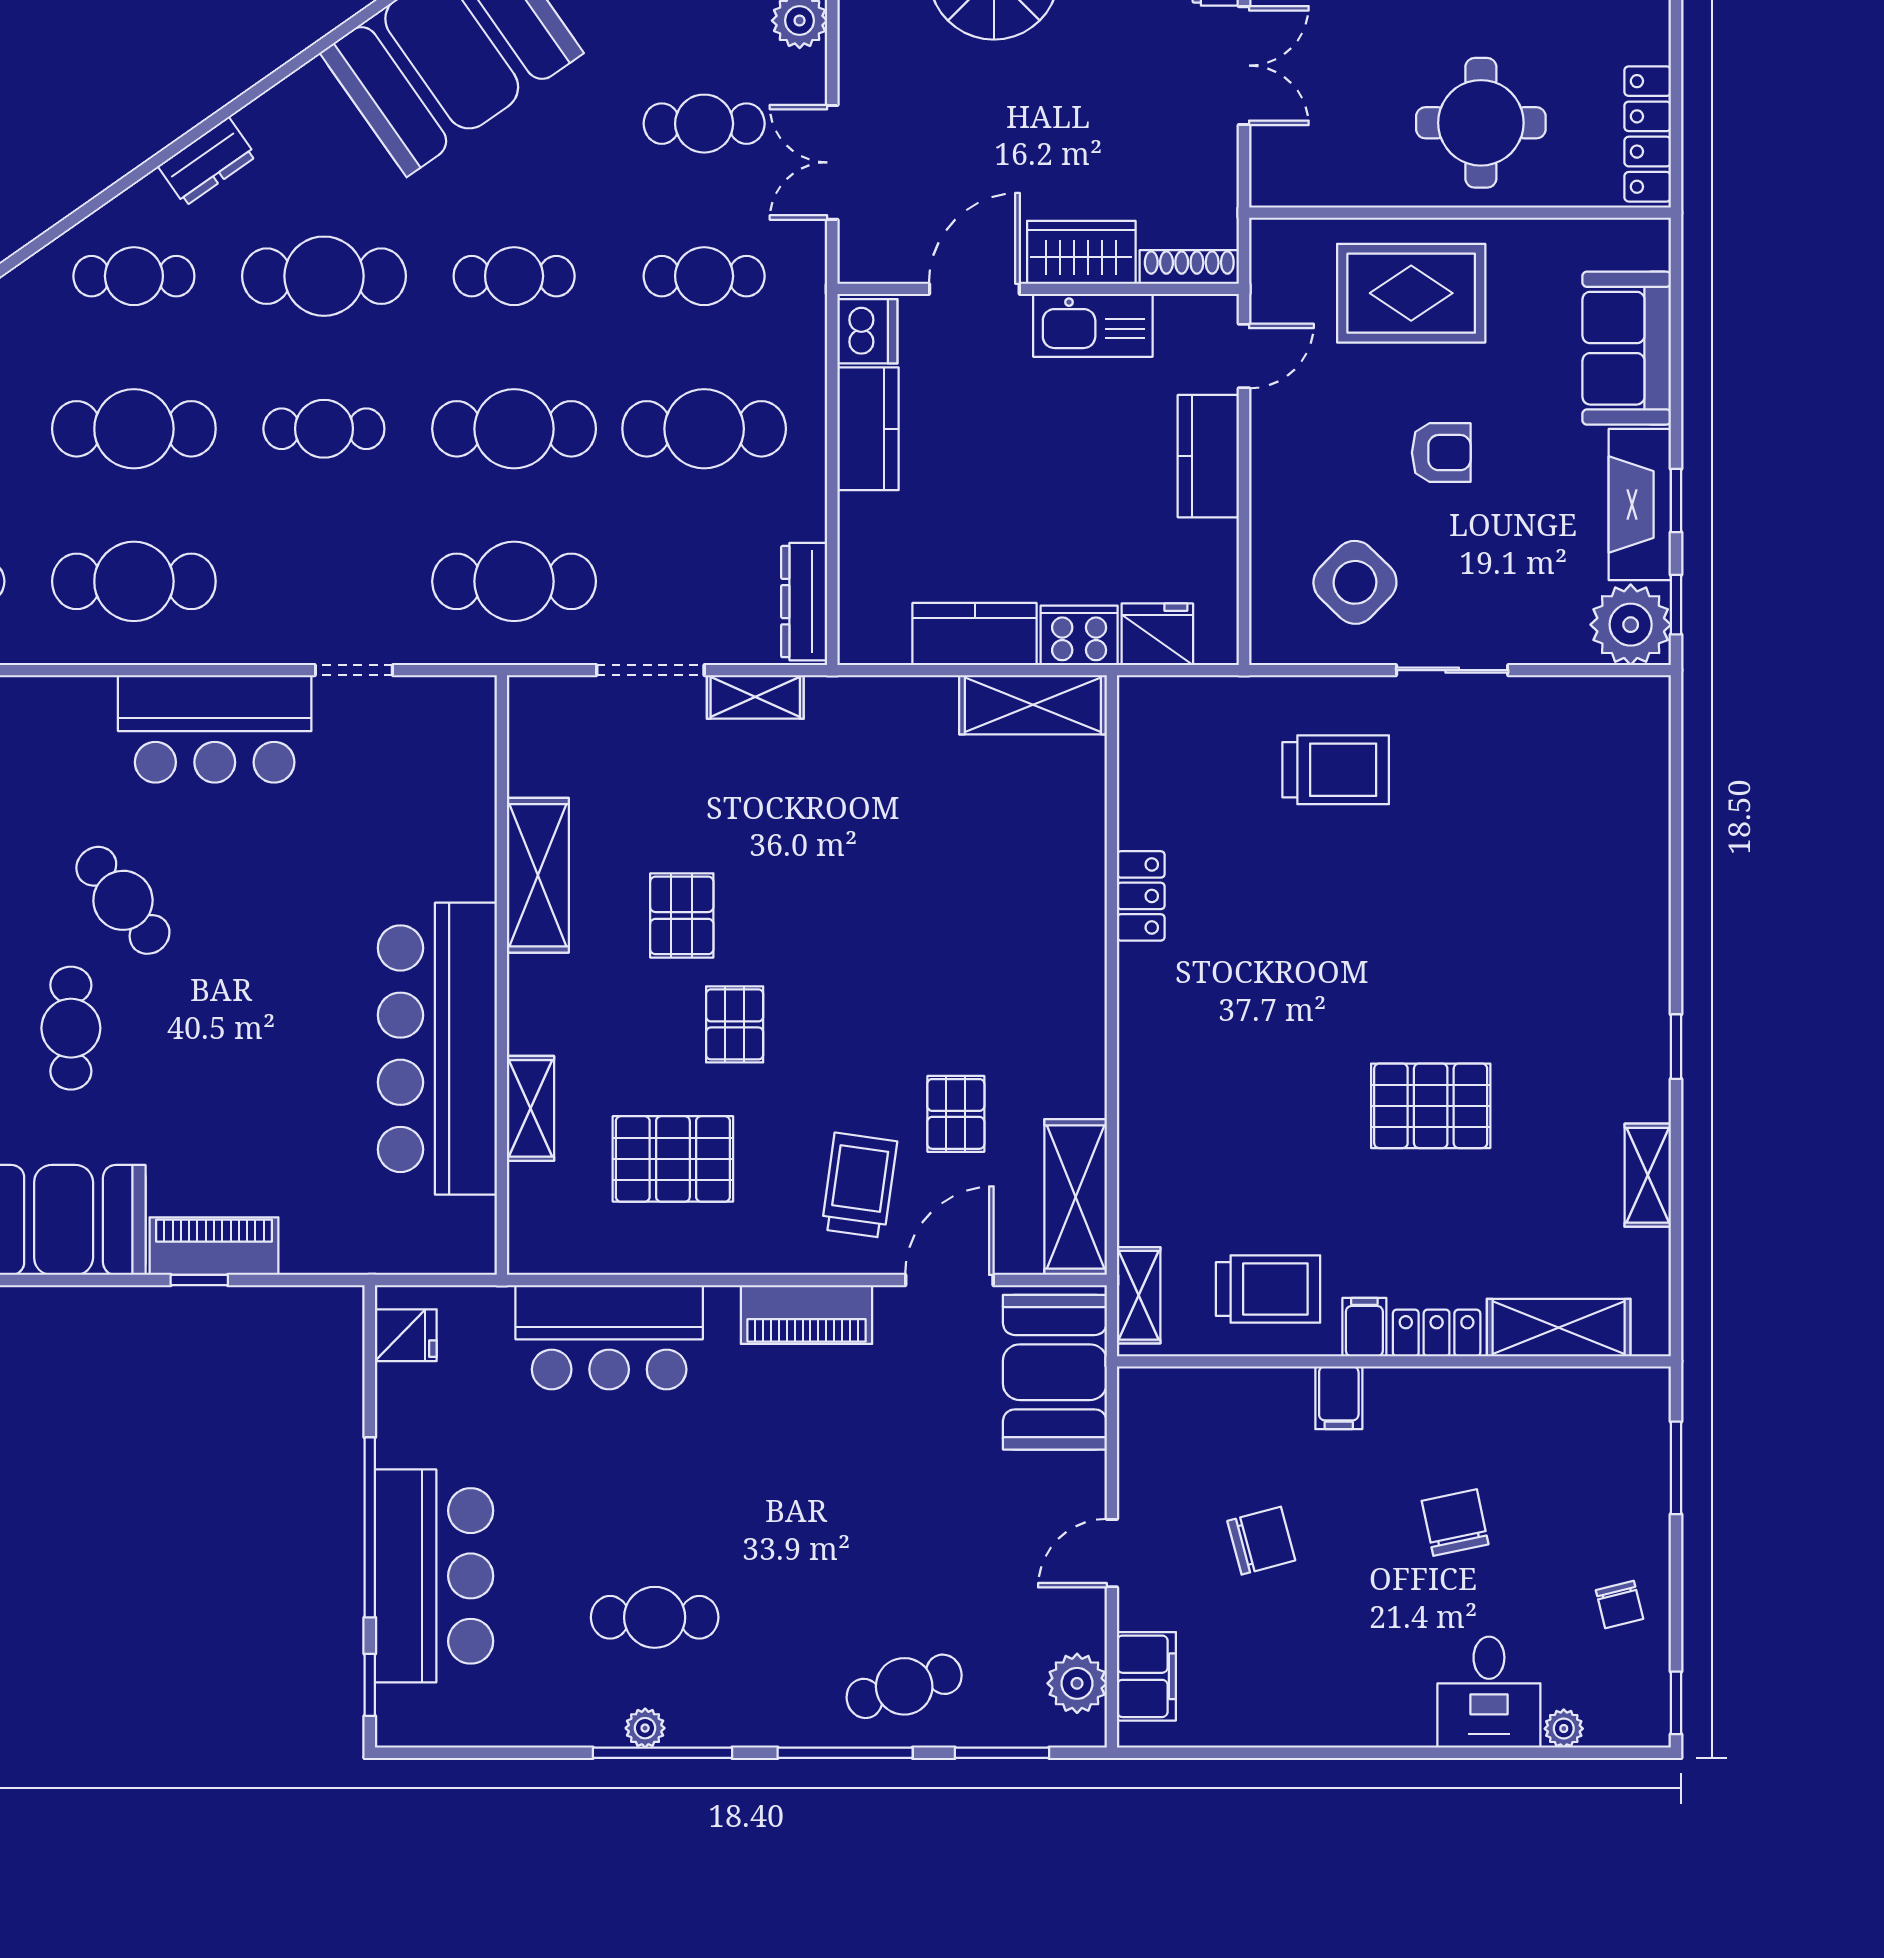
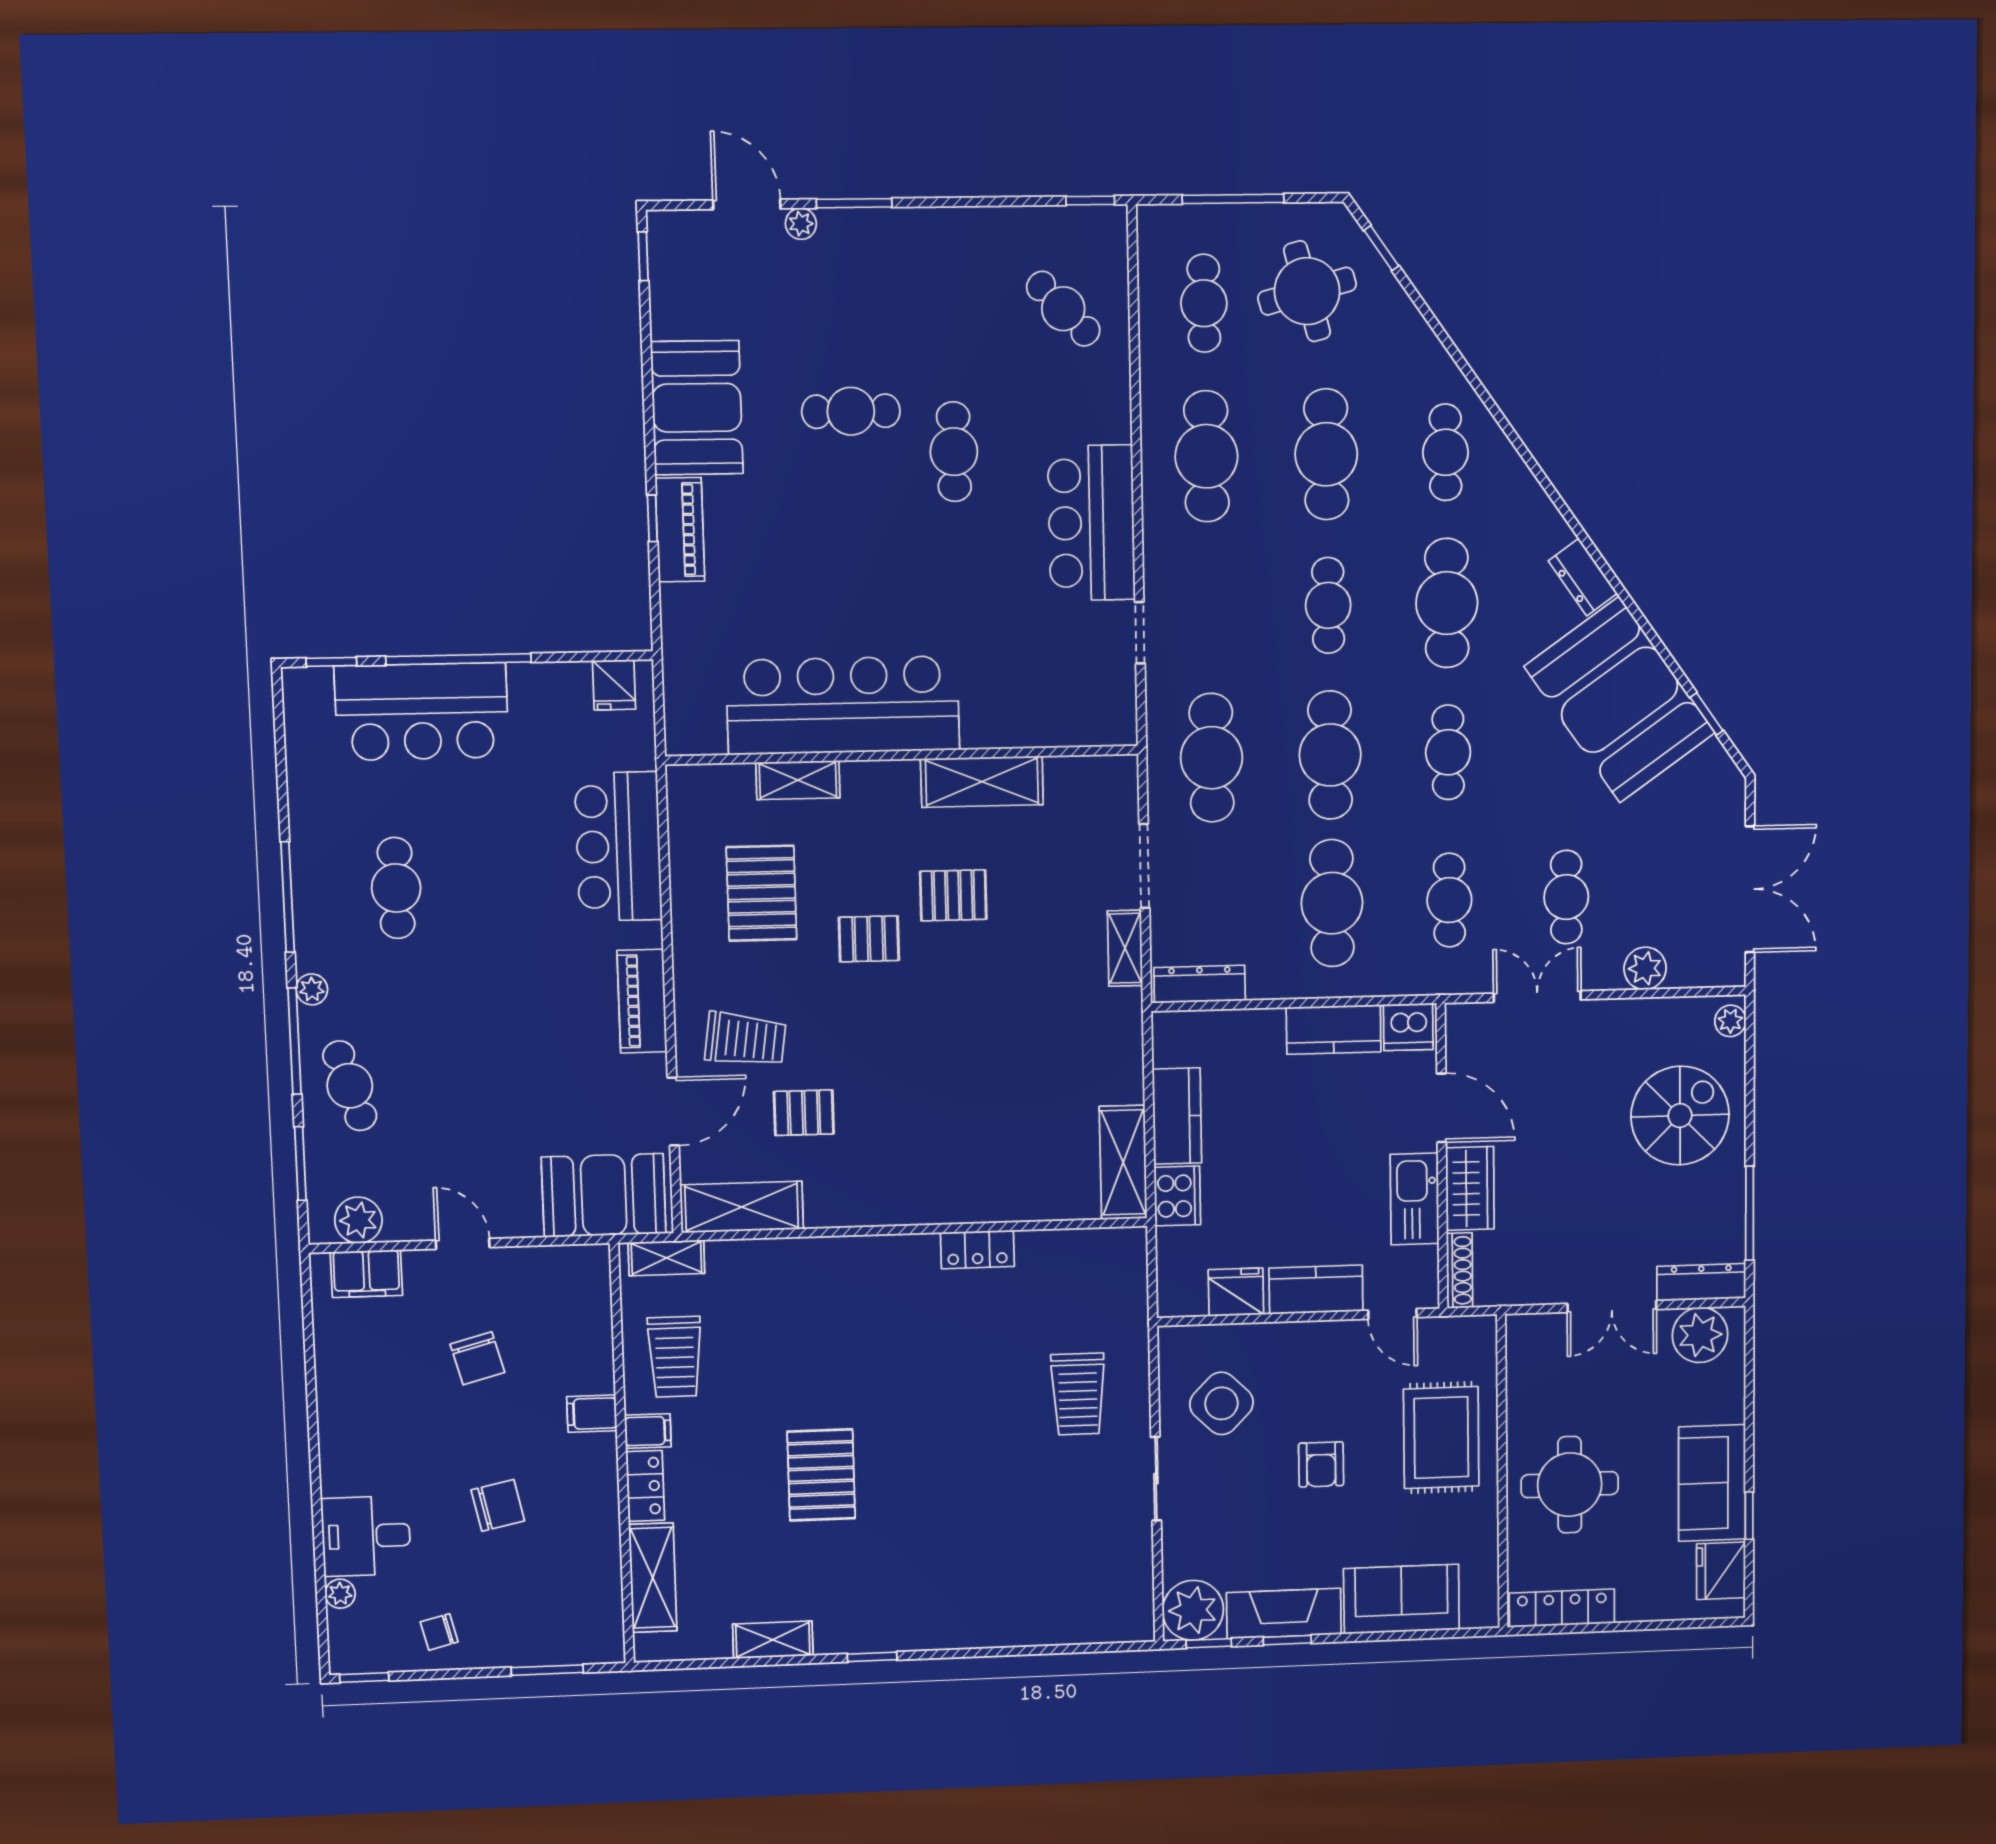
dresser: (207, 161) -> (1583, 577), moved
fridge: (1157, 634) -> (1236, 1292), moved, turned -90
cafe table: (123, 900) -> (954, 452), turned -52
door: (949, 1280) -> (673, 1112), hinge flipped
plant: (645, 1728) -> (312, 989), moved

